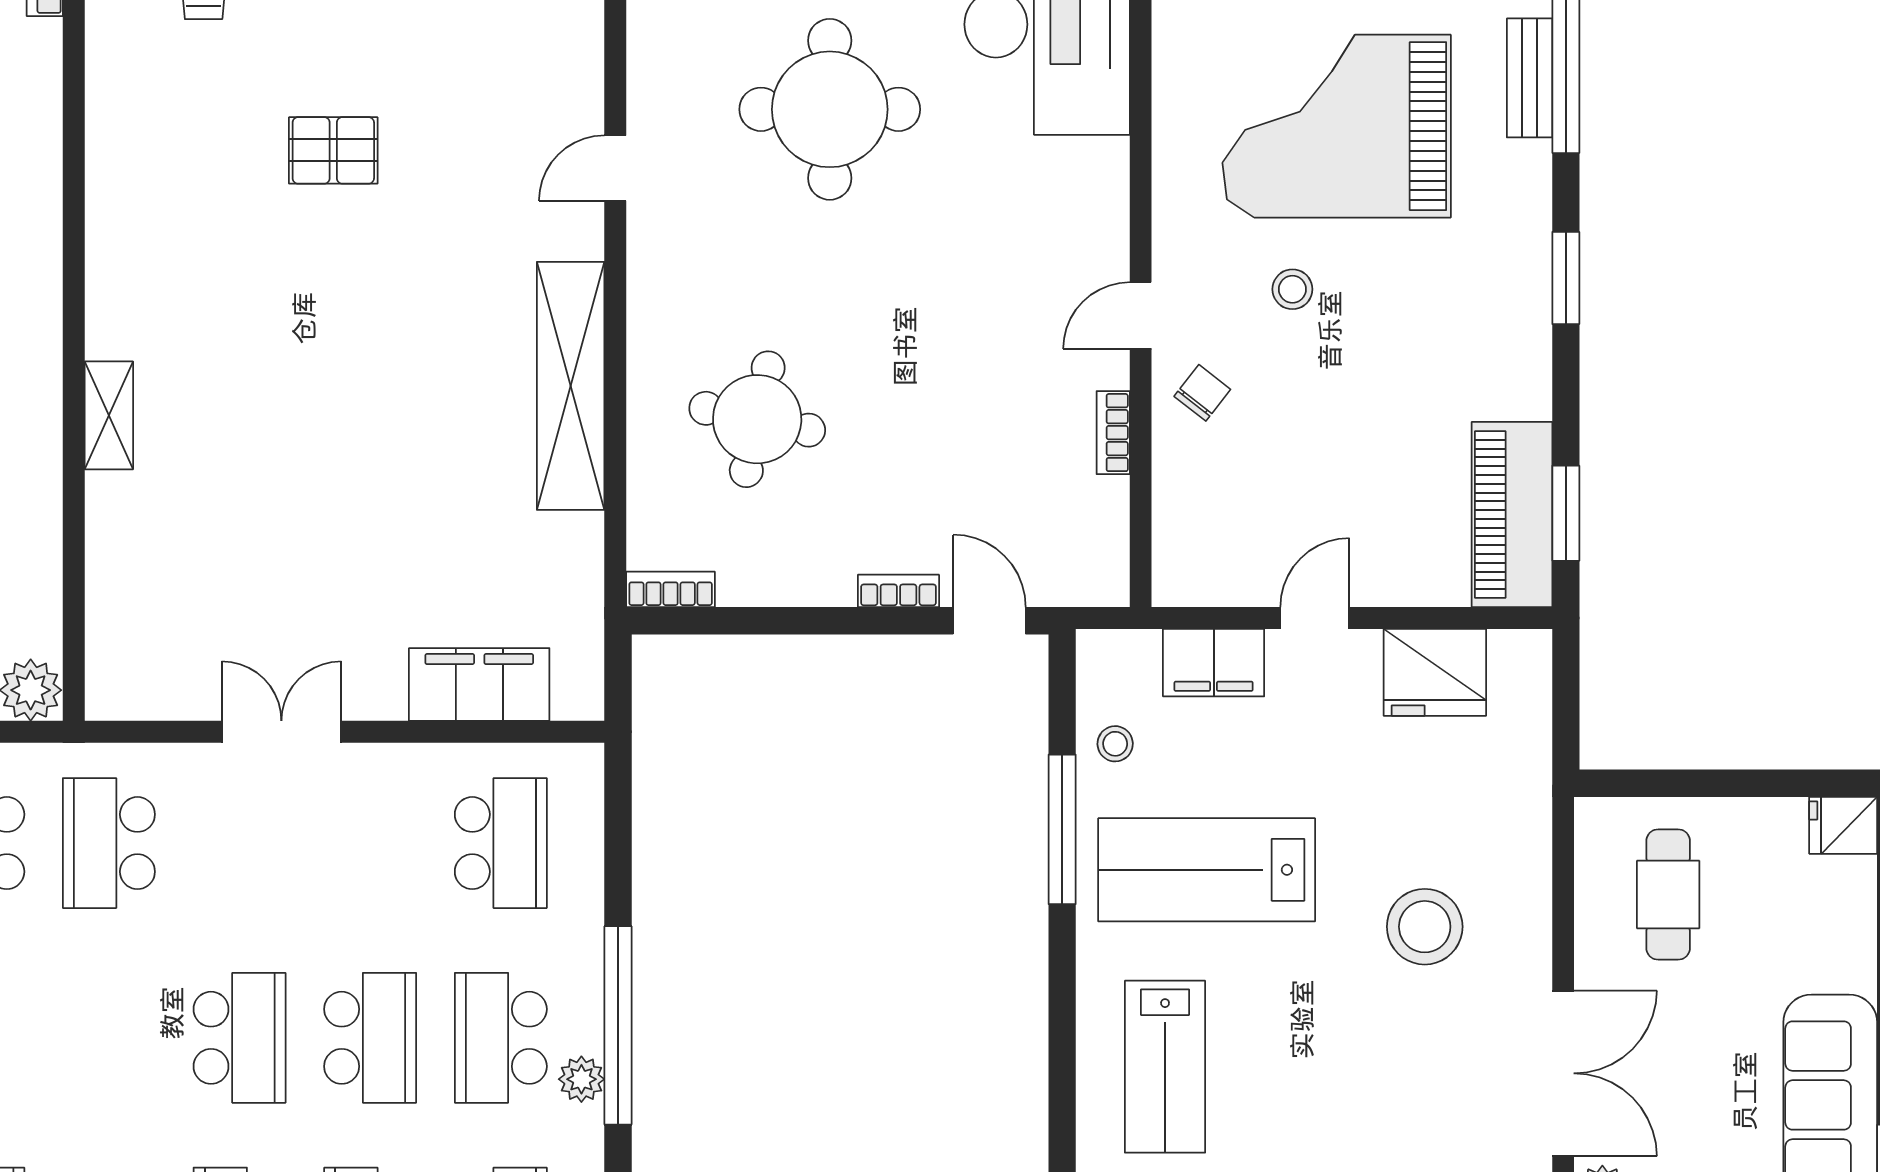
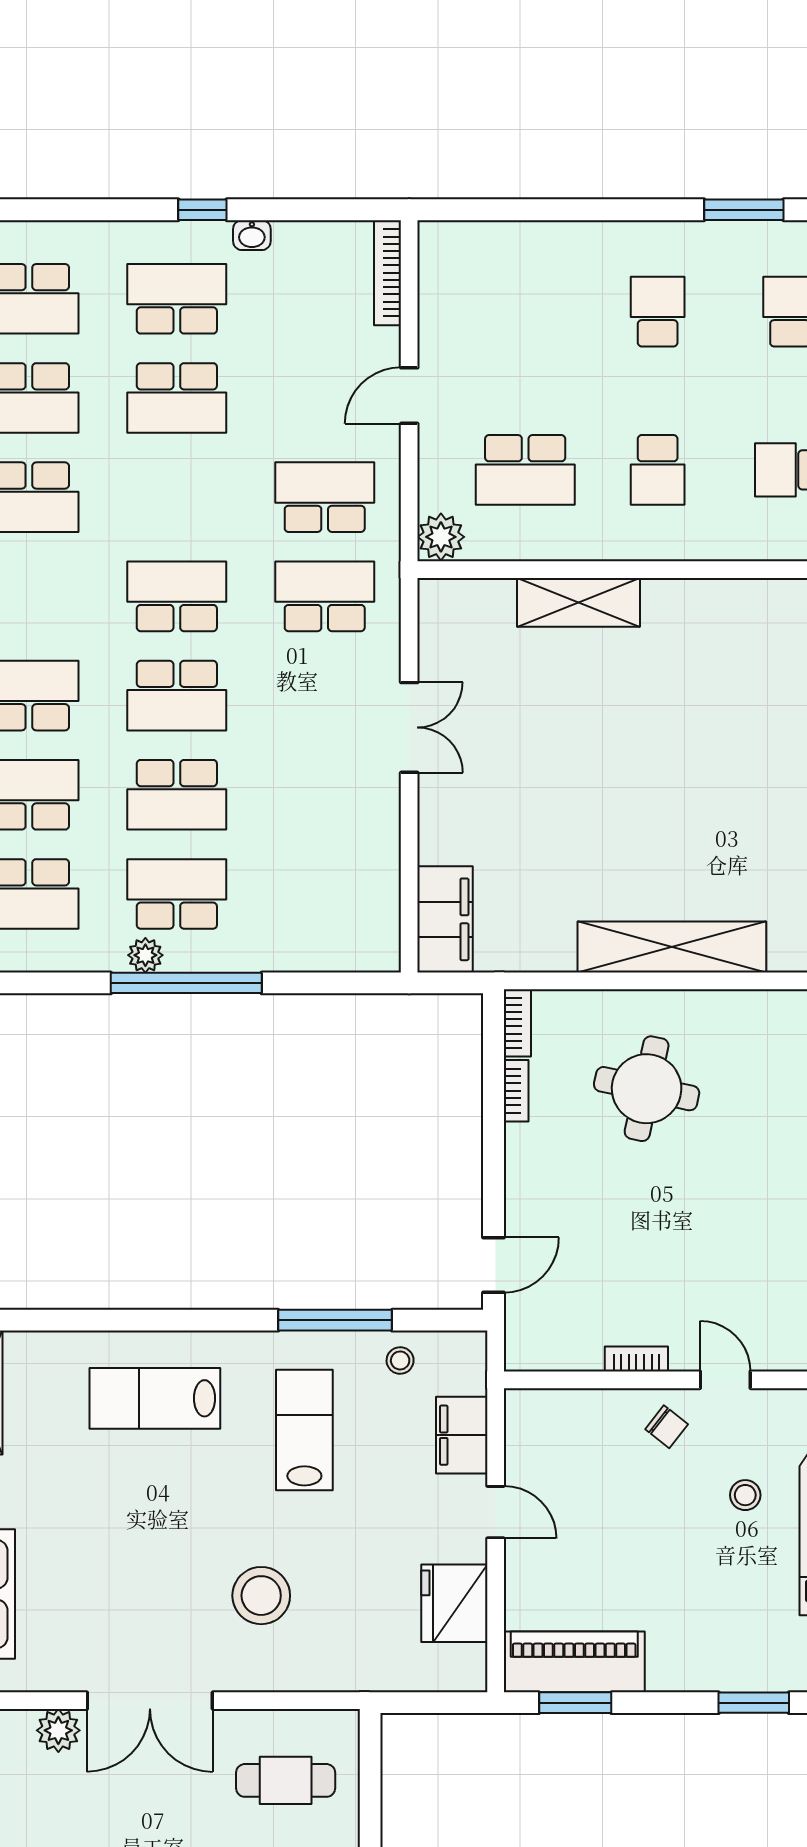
shelving: (109, 415) -> (578, 602), moved, width x1.50, depth x1.33
bookcase: (898, 591) -> (516, 1091), moved
filing cabinet: (479, 685) -> (445, 919), moved
school desk: (501, 843) -> (177, 596), moved, turned 180
lab bench: (1207, 870) -> (304, 1430), width x0.73, depth x0.72

